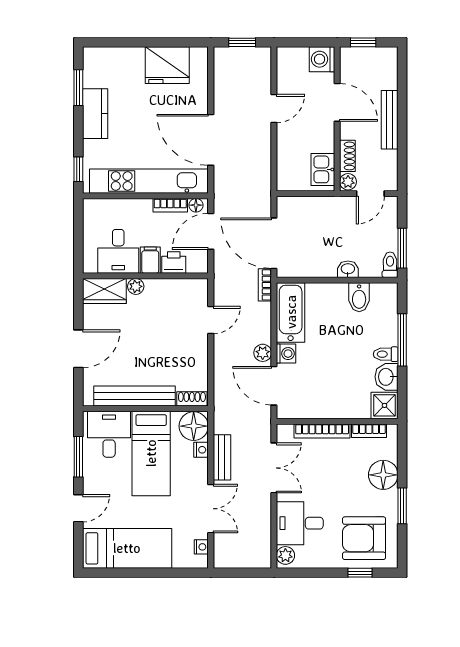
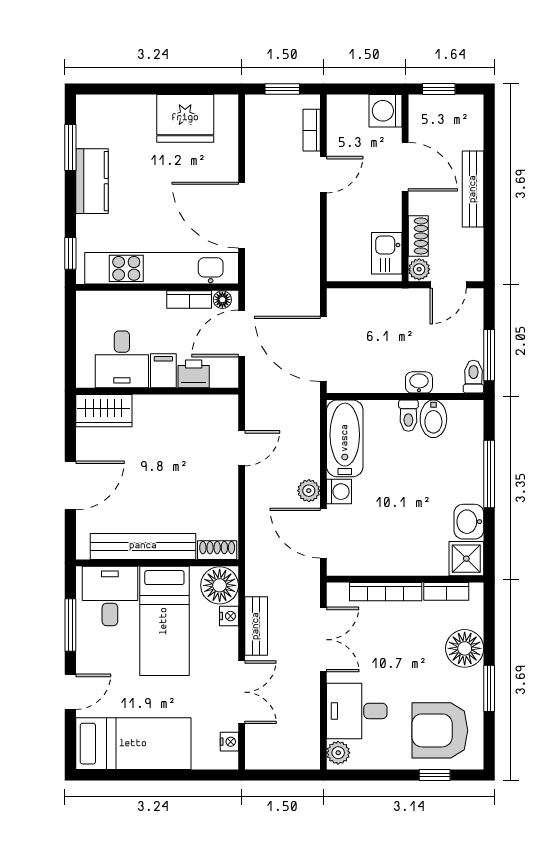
bookcase: (265, 285) -> (312, 130), moved
plant: (136, 286) -> (145, 405), removed
toilet: (386, 354) -> (408, 416), moved, turned -90

